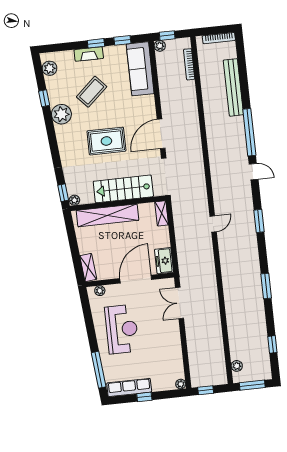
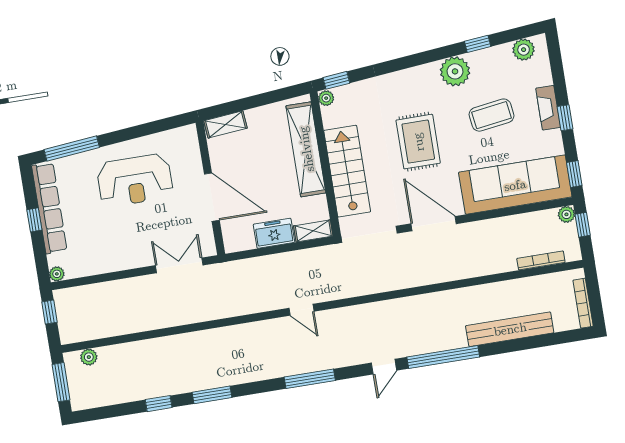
window: (122, 40) -> (574, 174), moved
sofa: (140, 69) -> (515, 185), width x1.36, depth x1.27
coffee table: (92, 92) -> (491, 115), turned -56
window: (259, 221) -> (310, 379), width x1.44
freezer: (164, 261) -> (274, 233), moved
plant: (100, 291) -> (191, 144), removed
window: (272, 344) -> (159, 404), moved
row of seats: (129, 387) -> (49, 208), width x1.36

